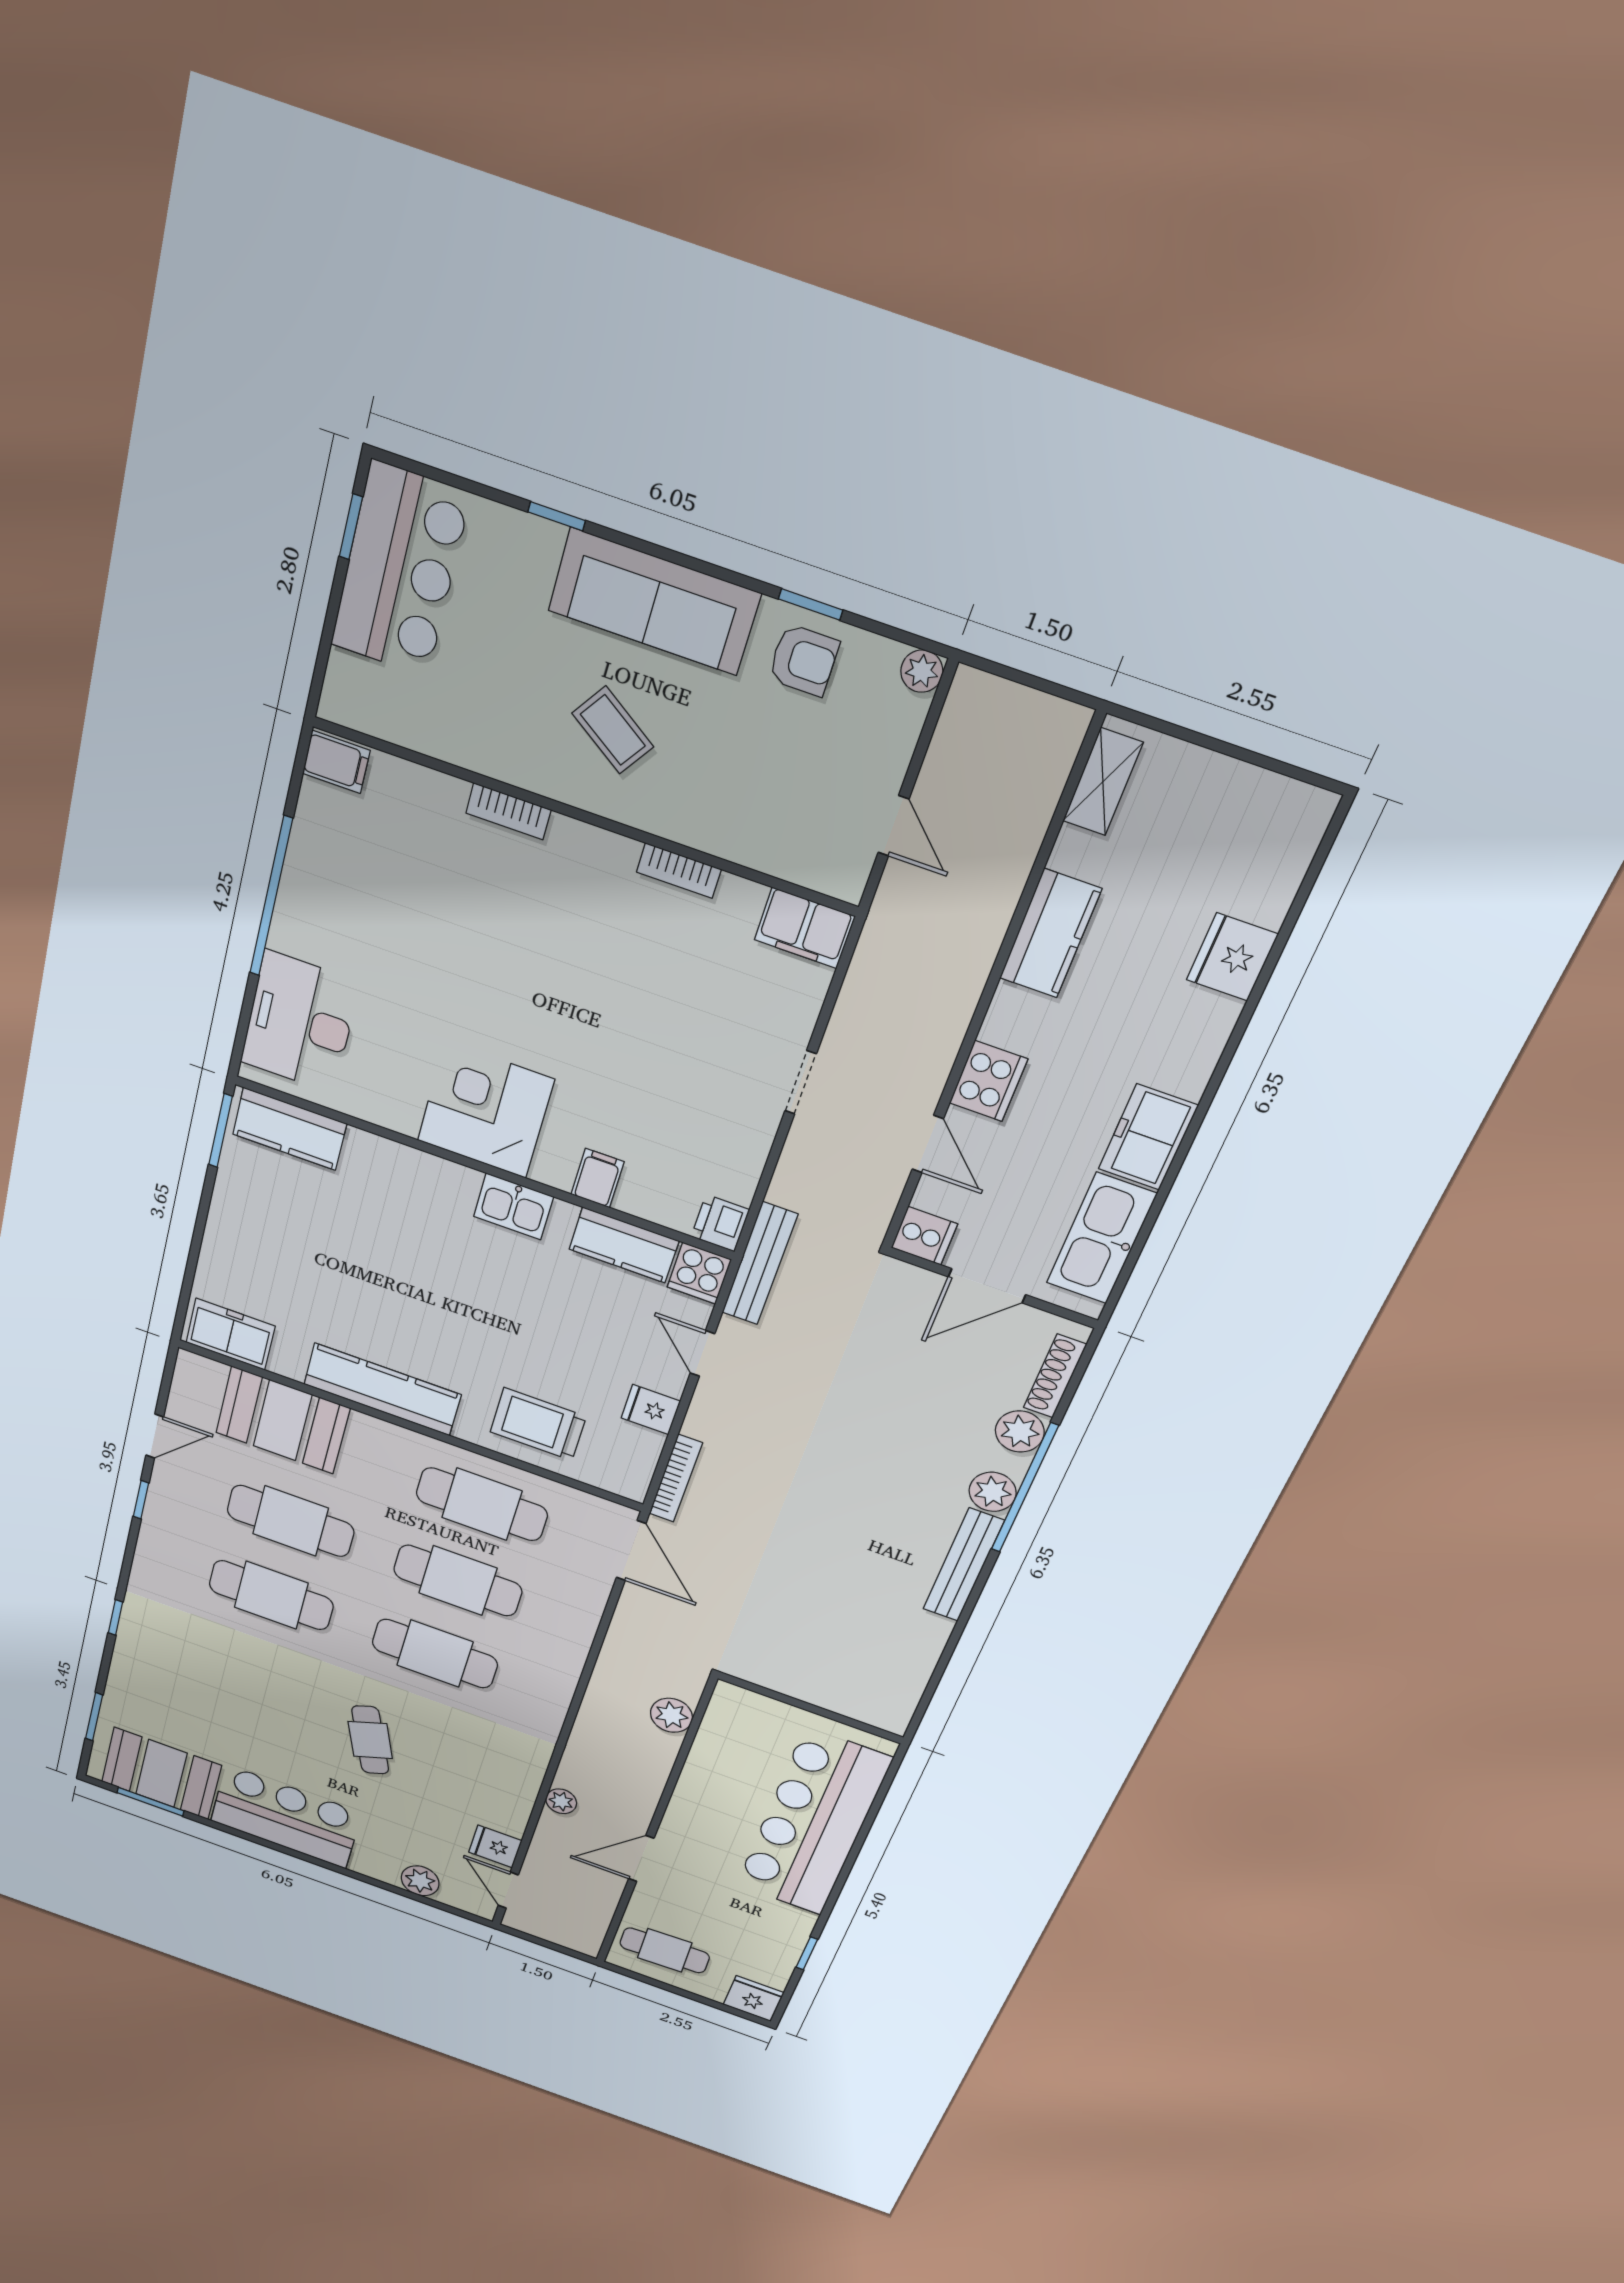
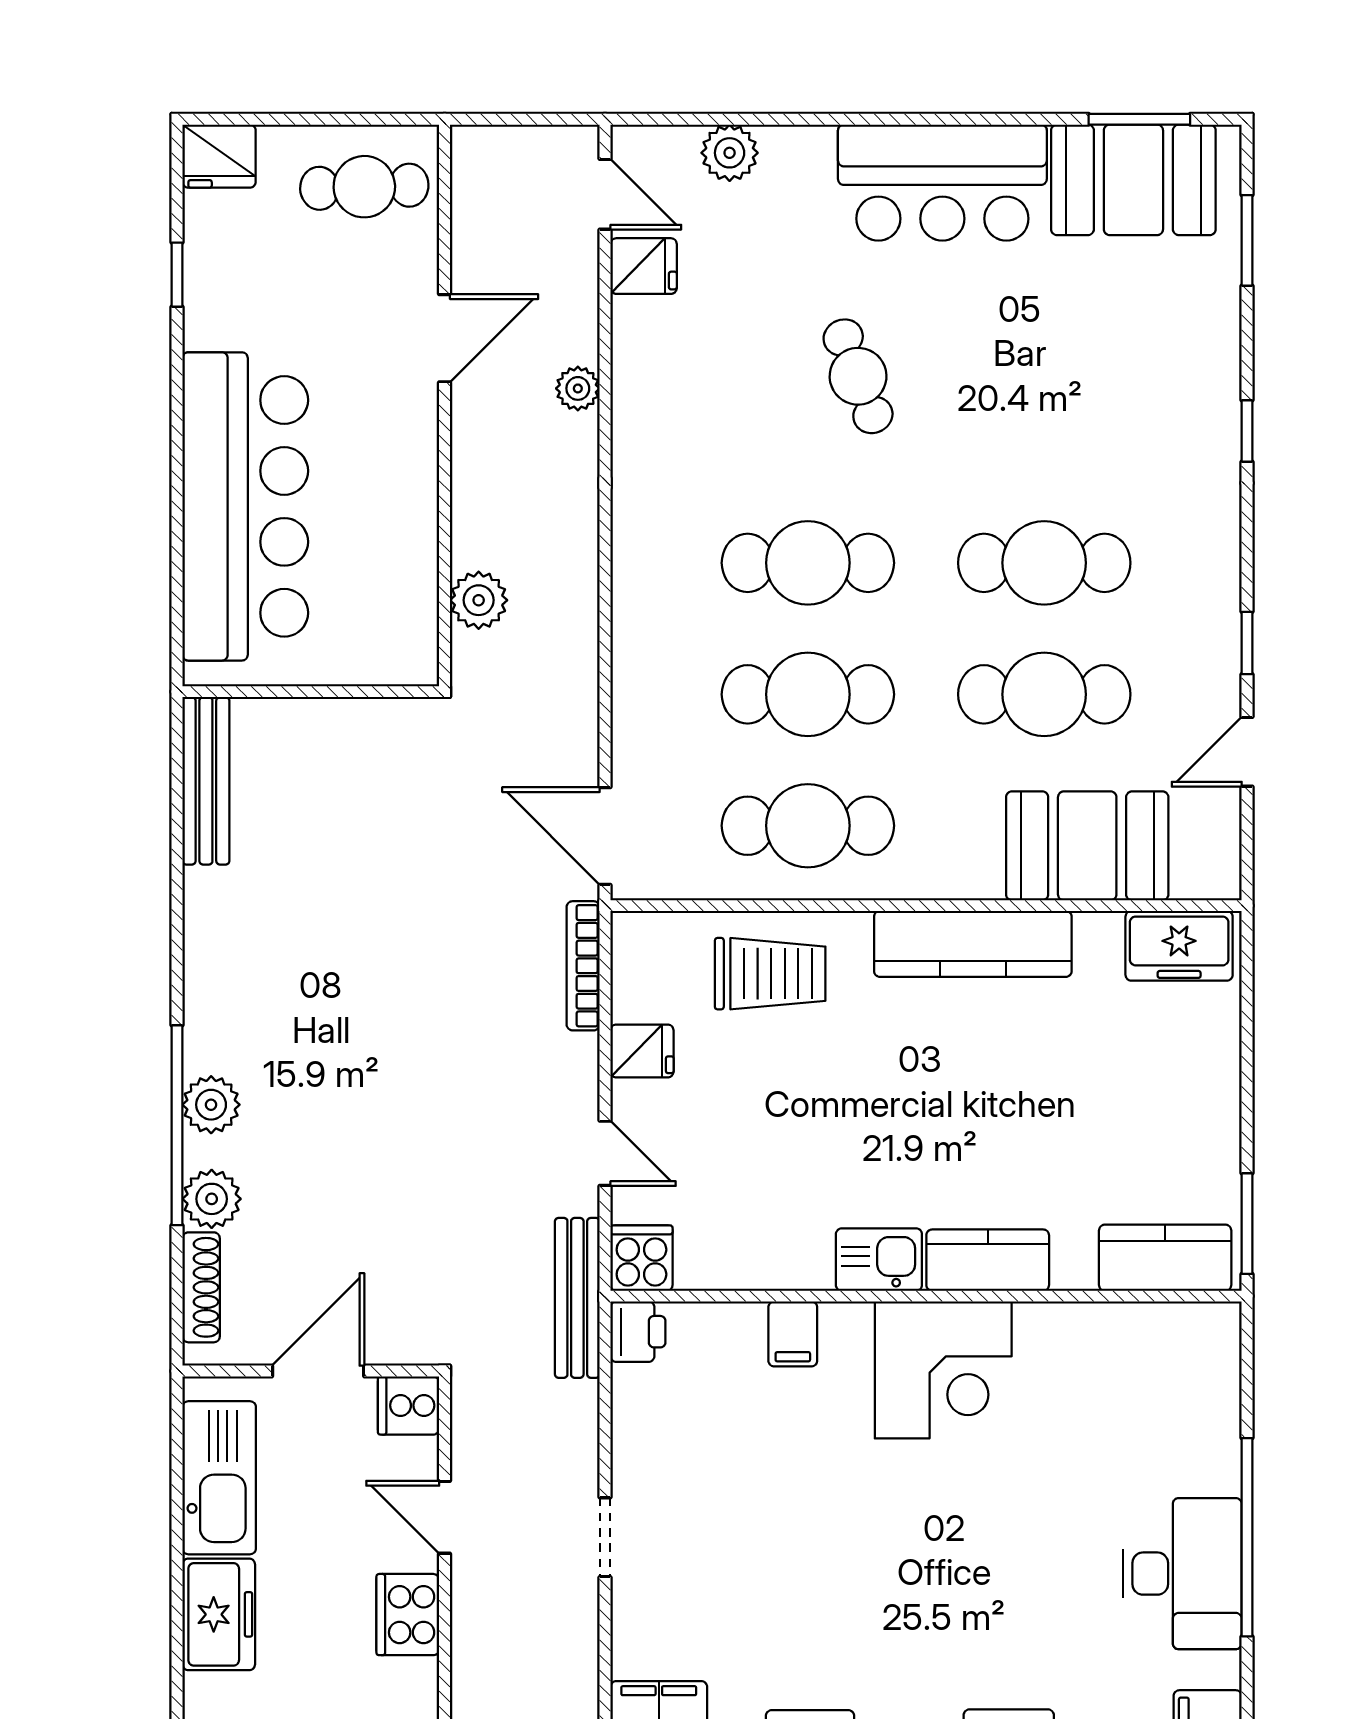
desk: (300, 1022) -> (1182, 1574), moved
kitchen counter: (624, 1245) -> (988, 1260), moved
bench: (963, 1565) -> (206, 781), moved

